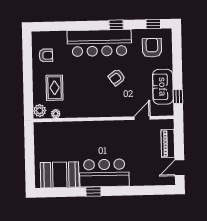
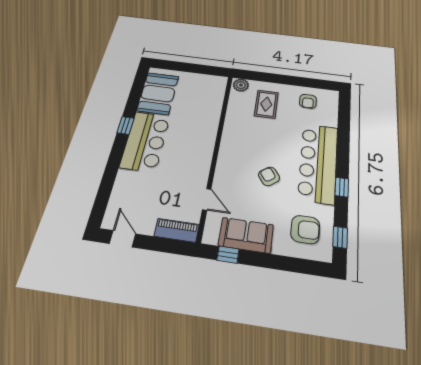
rug: (55, 88) -> (266, 104), turned 90
plant: (56, 114) -> (234, 100), removed
piano: (168, 144) -> (177, 230), moved

